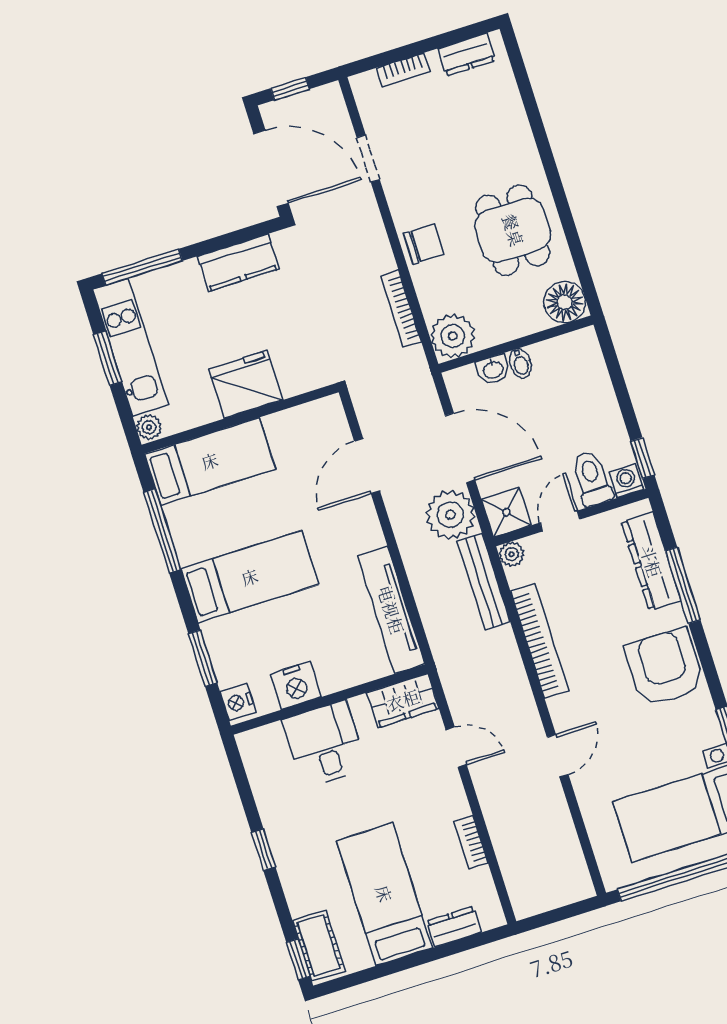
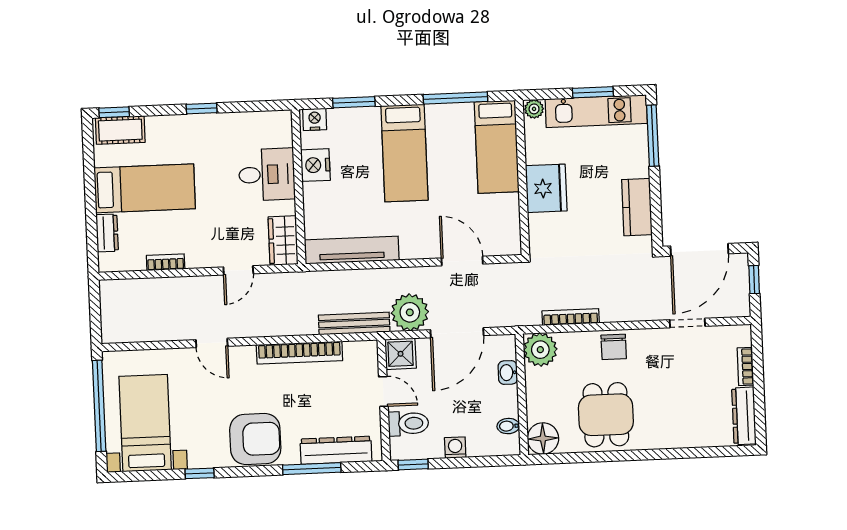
dresser: (467, 55) -> (744, 416), width x1.44
dining table: (513, 230) -> (606, 415), turned 90
bidet: (520, 363) -> (508, 426), moved
washing machine: (626, 481) -> (455, 448), moved, turned -90
plant: (512, 554) -> (369, 349), removed

